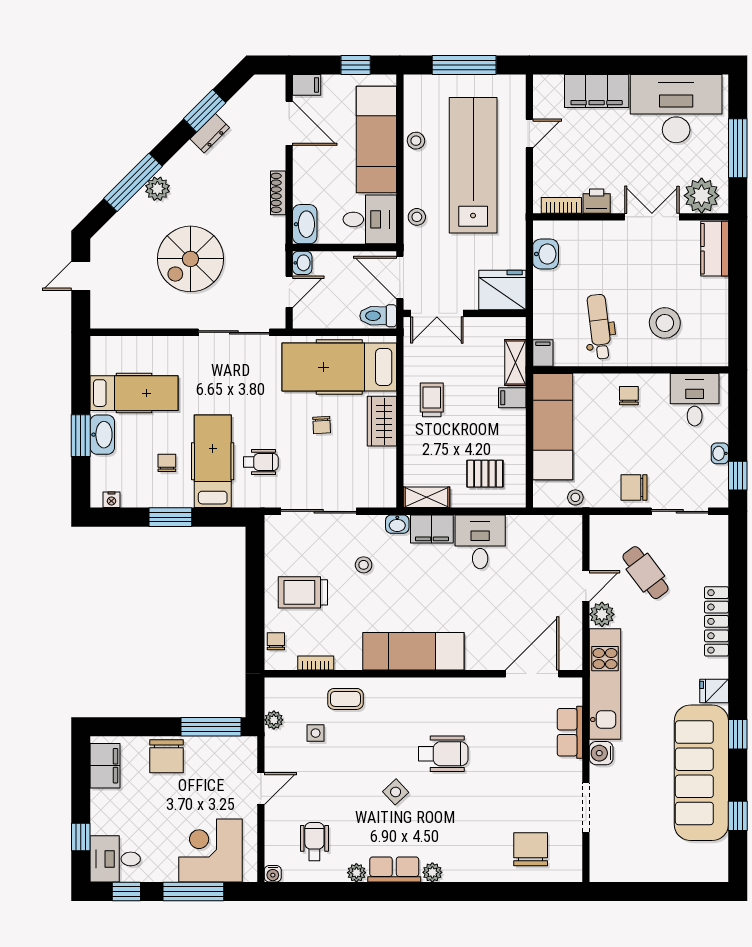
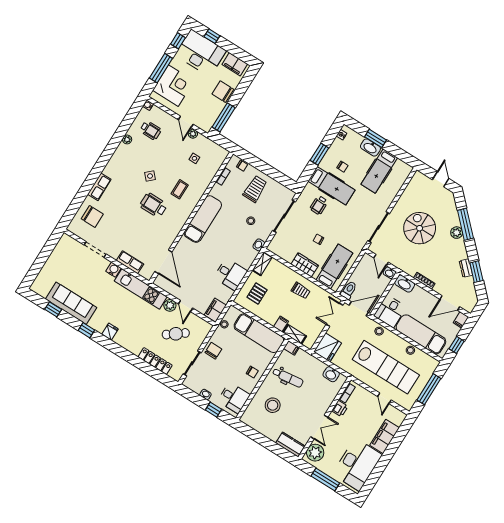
hospital bed: (339, 367) -> (334, 267), width x0.73, depth x0.78
window: (738, 476) -> (213, 410), moved
filing cabinet: (432, 529) -> (215, 310), moved
locker: (716, 621) -> (155, 361), moved
coffee table: (345, 699) -> (180, 189), moved
plant: (274, 720) -> (193, 134), moved
wheelchair: (443, 754) -> (153, 205), turned 90
sofa: (701, 773) -> (71, 303), width x0.74, depth x0.79
desk: (115, 859) -> (201, 53), width x1.87, depth x1.30
row of seats: (394, 870) -> (99, 187), moved
plant: (432, 872) -> (108, 170), removed

